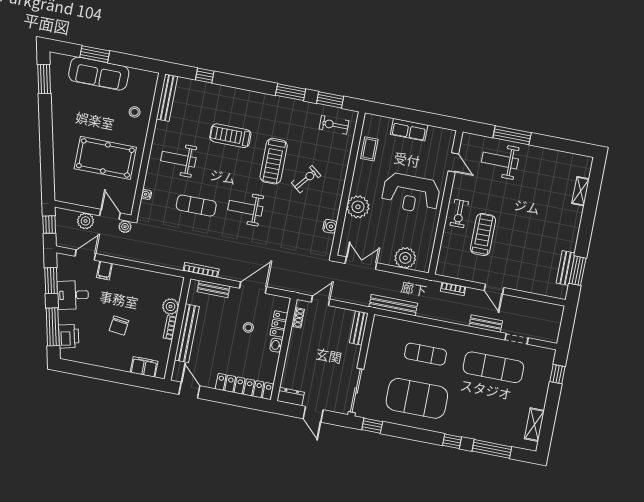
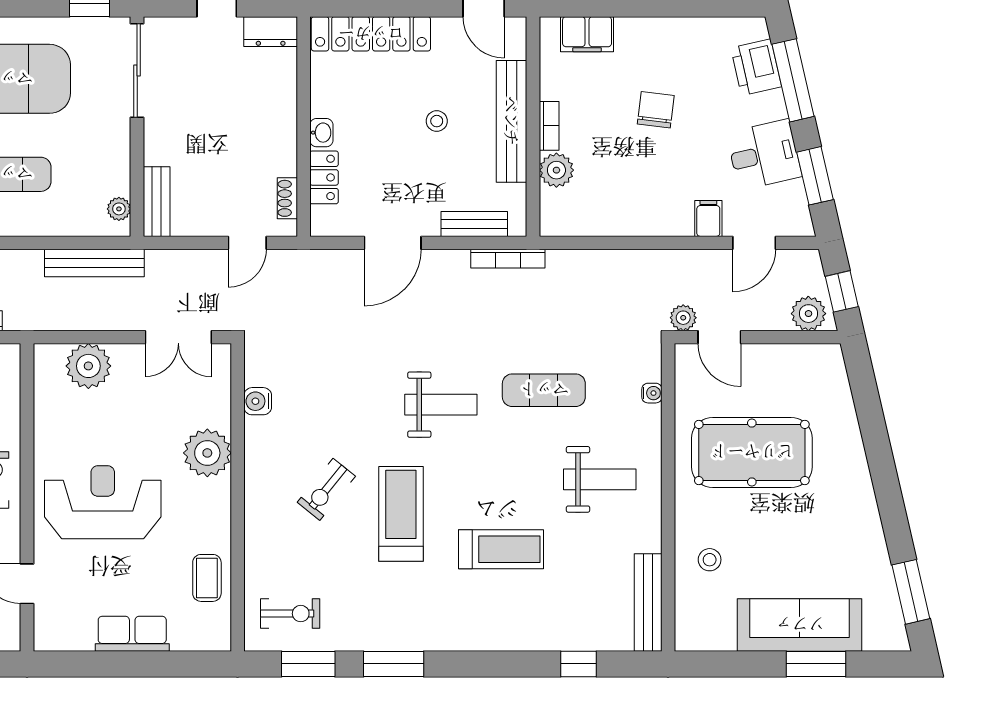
plant: (86, 221) -> (808, 314), moved
stool: (248, 327) -> (437, 121), moved
plant: (377, 328) -> (119, 209), added

